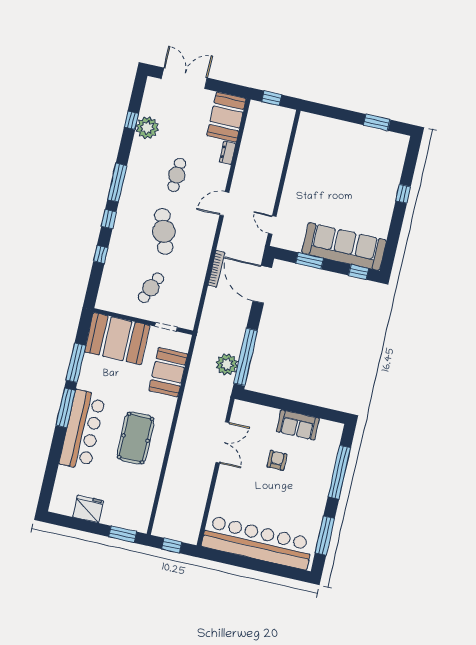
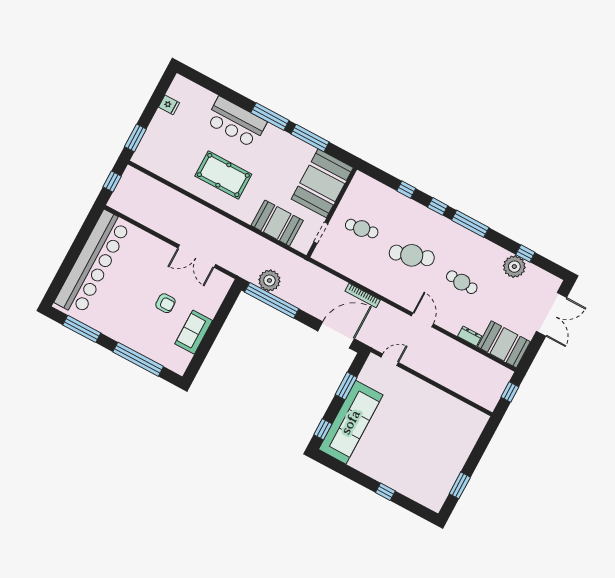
cafe table: (151, 288) -> (362, 229), turned -33
bar counter: (82, 430) -> (236, 122), width x0.73
fridge: (88, 509) -> (169, 105), width x0.53, depth x0.75

